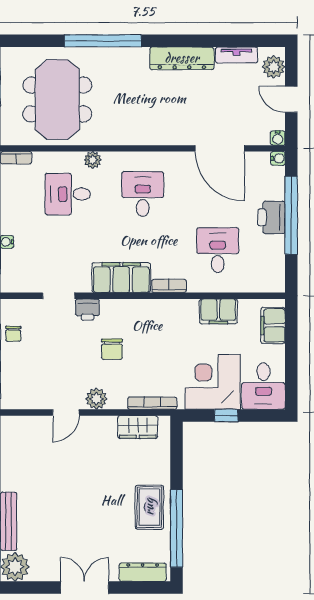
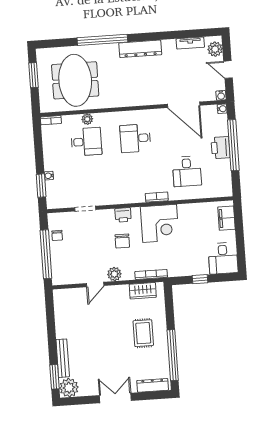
dresser: (182, 58) -> (140, 49), moved
plant: (93, 160) -> (87, 119), moved
desk: (68, 194) -> (86, 142), turned 180
desk: (143, 194) -> (135, 138), turned -90
desk: (218, 250) -> (187, 171), turned 180
filing cabinet: (121, 278) -> (125, 194), removed
printer: (87, 310) -> (123, 215), moved
filing cabinet: (218, 311) -> (190, 211), removed
corner desk: (213, 382) -> (160, 223), moved, turned 180
rug: (149, 507) -> (143, 333), moved

